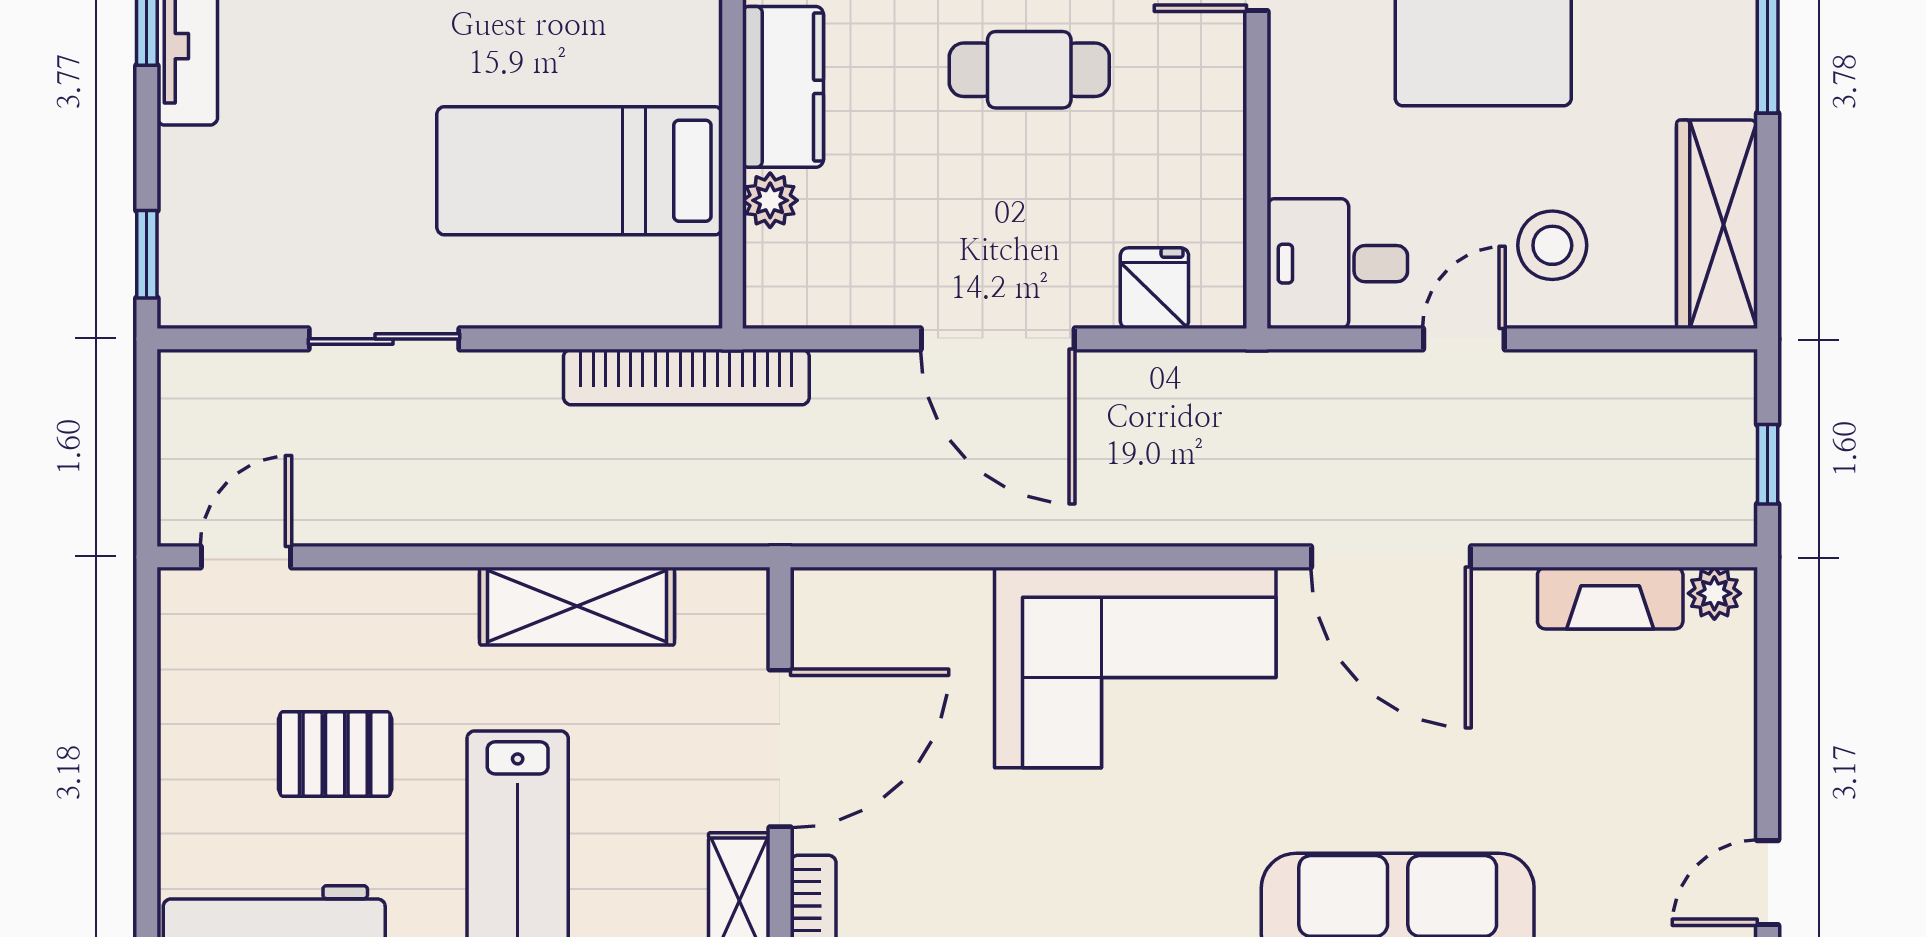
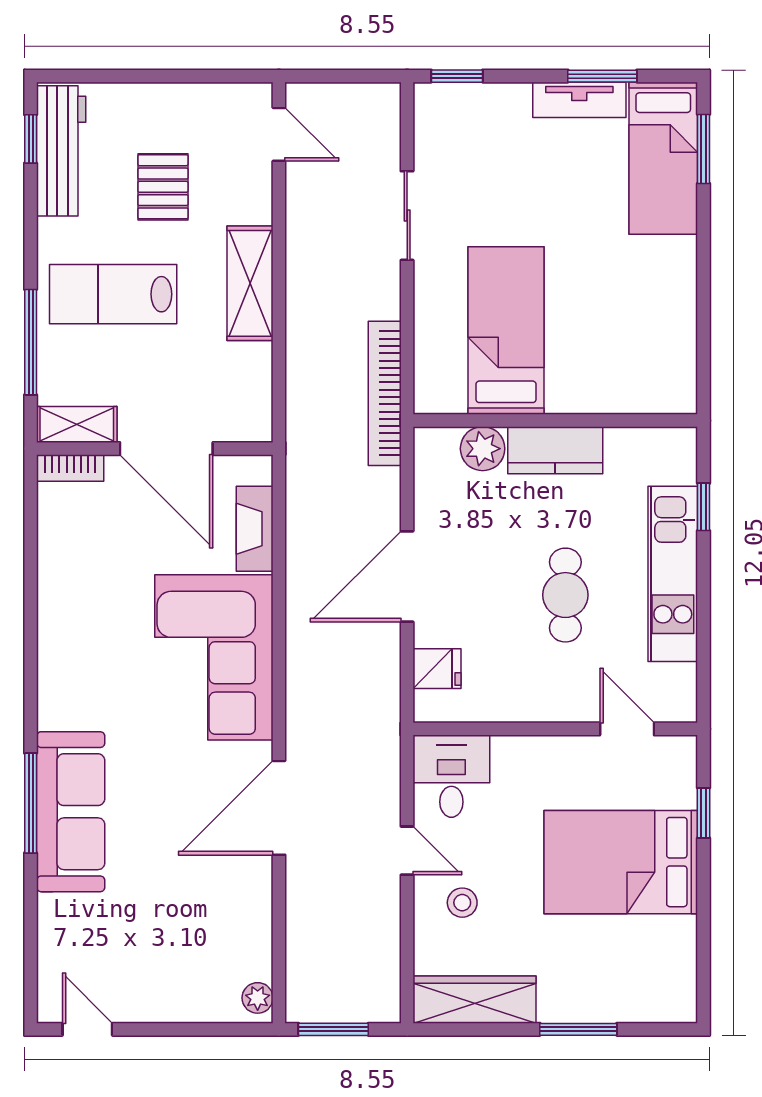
plant: (770, 200) -> (483, 449), width x1.38, depth x1.38
stool: (1552, 245) -> (462, 903), width x0.73, depth x0.73
window: (1768, 464) -> (333, 1029), width x1.50
fireplace: (1610, 598) -> (255, 529), moved
shelving: (577, 606) -> (250, 283), moved

